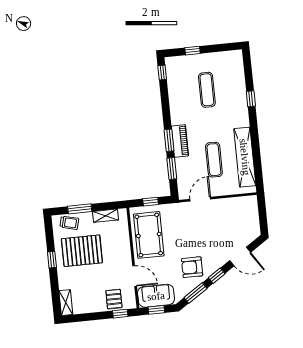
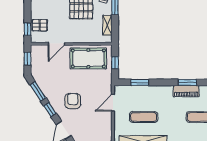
window: (169, 140) -> (187, 82), moved
piano: (180, 141) -> (186, 91), moved
door: (200, 199) -> (113, 103), swing flipped
armchair: (192, 267) -> (73, 101), moved
sofa: (156, 296) -> (39, 59), removed

